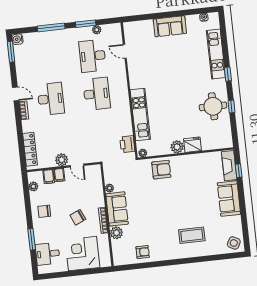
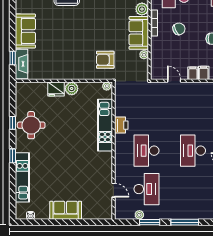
printer: (127, 144) -> (121, 125), moved
plant: (62, 160) -> (189, 88), removed
armchair: (161, 170) -> (105, 60), moved

